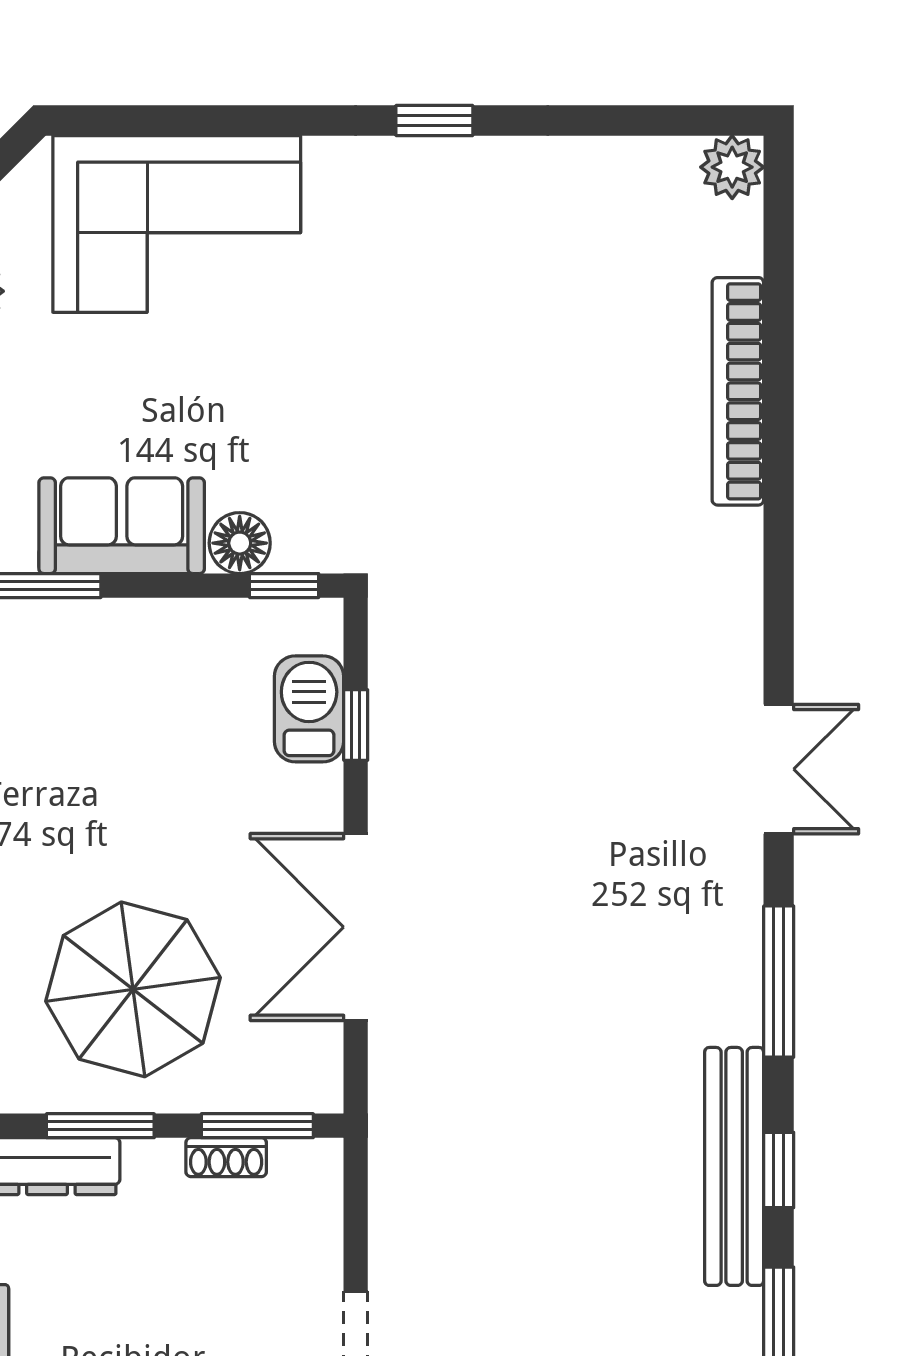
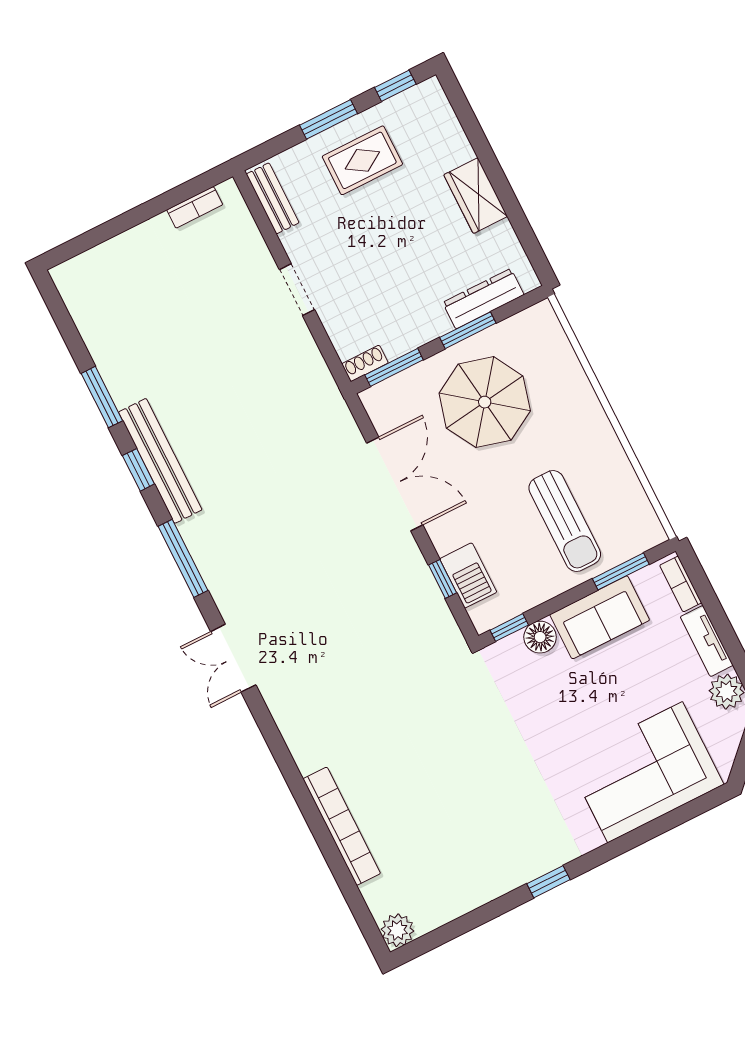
sun lounger: (99, 719) -> (565, 521), added
shoe rack: (226, 1157) -> (365, 363), moved

